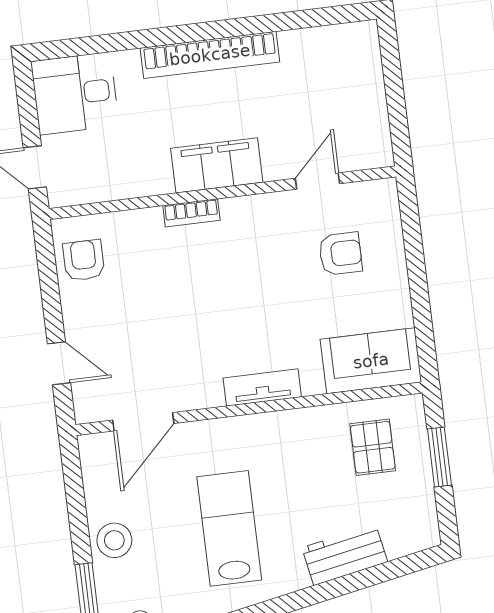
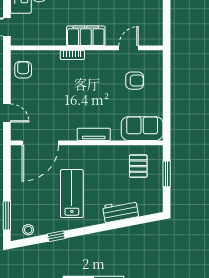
door: (143, 422) -> (40, 143), width x1.36
stool: (114, 540) -> (22, 193), removed

